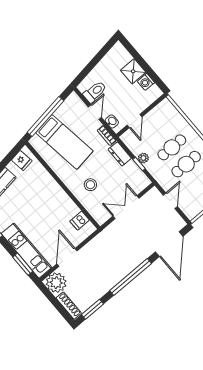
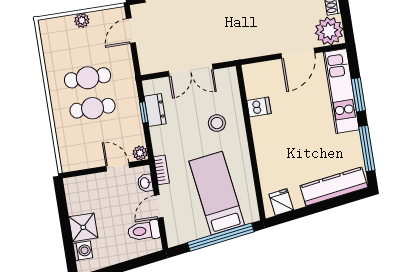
washing machine: (146, 82) -> (83, 251), moved
door: (135, 121) -> (118, 167), hinge flipped
dresser: (120, 154) -> (155, 110), moved
plant: (143, 158) -> (140, 153), moved
door: (170, 201) -> (131, 31), moved
dishwasher: (80, 221) -> (259, 107), moved
window: (23, 264) -> (358, 95), moved

